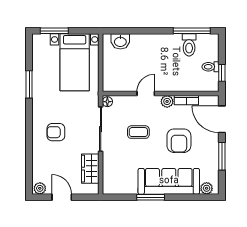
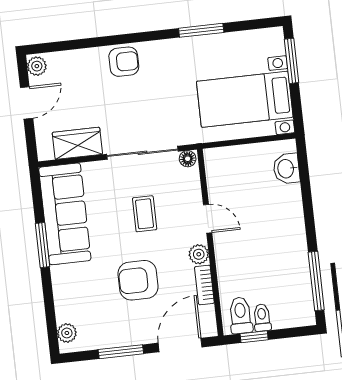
toilet: (189, 45) -> (241, 315), moved, turned 90
armchair: (56, 132) -> (124, 62), moved, turned 90
sofa: (169, 181) -> (65, 214), moved

